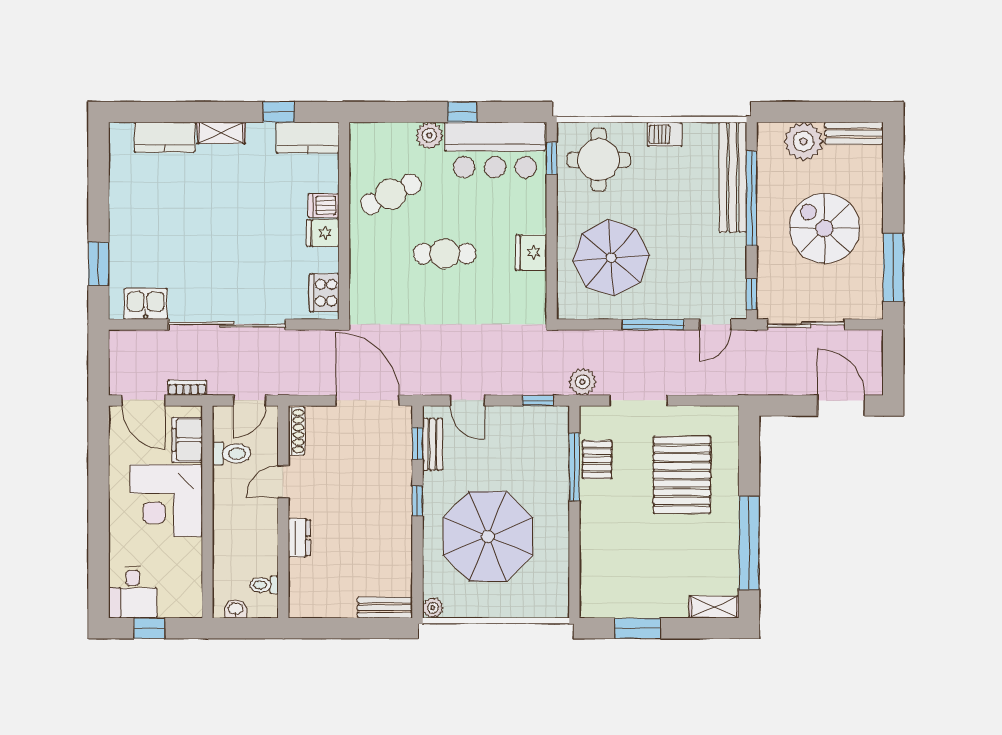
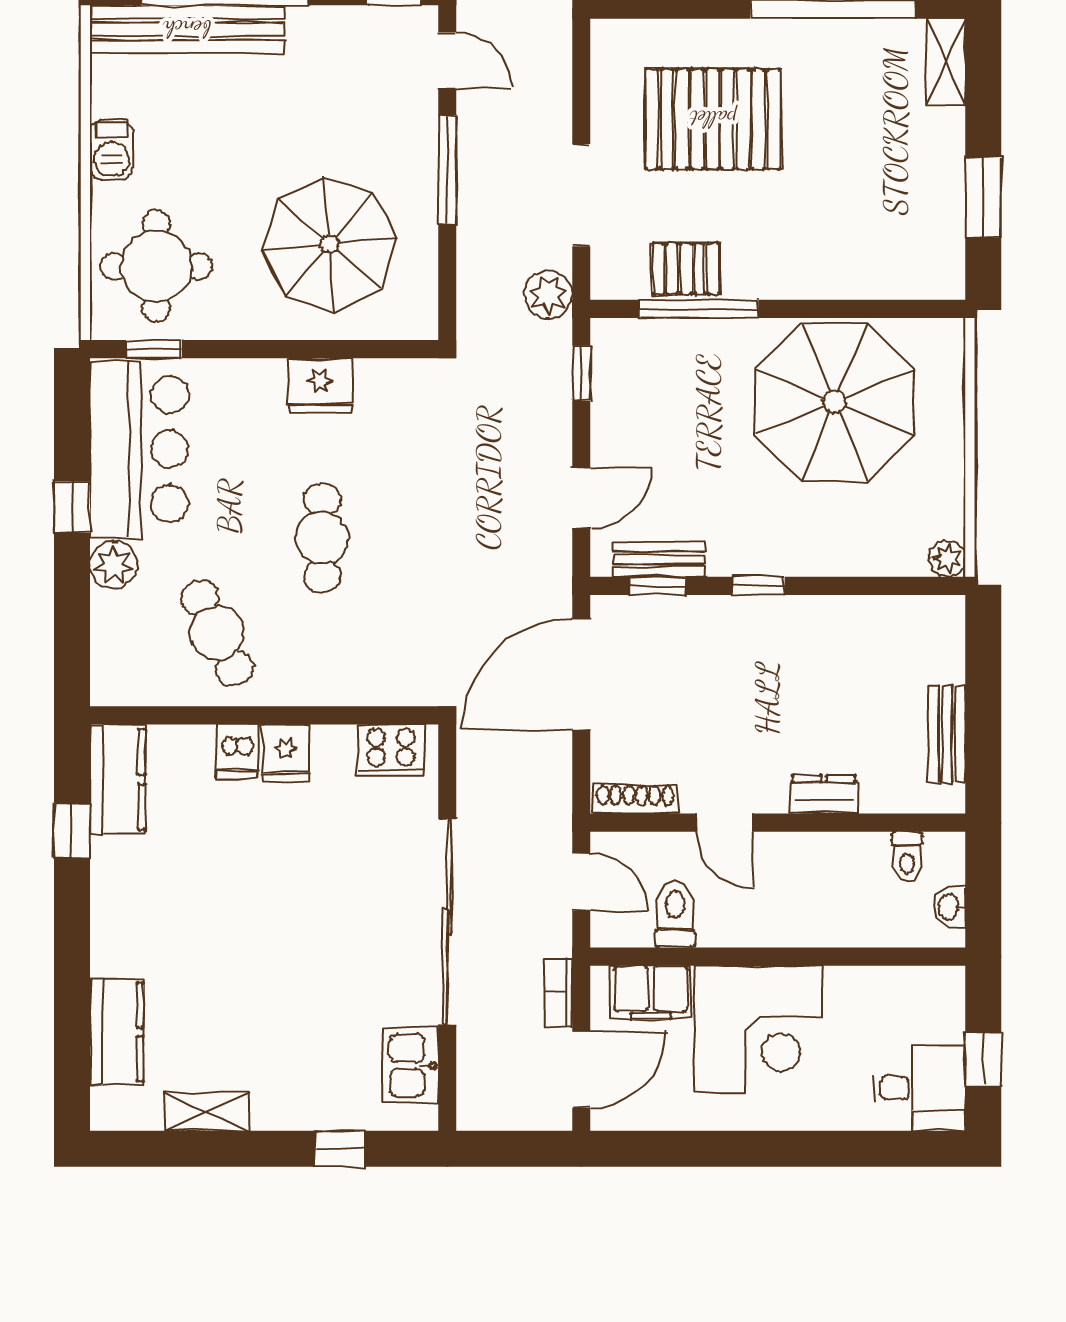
shelving: (221, 133) -> (206, 1112), moved, turned 90
window: (99, 264) -> (340, 1149), width x0.67
parasol: (488, 536) -> (835, 402), moved
bench: (385, 608) -> (947, 734), moved

